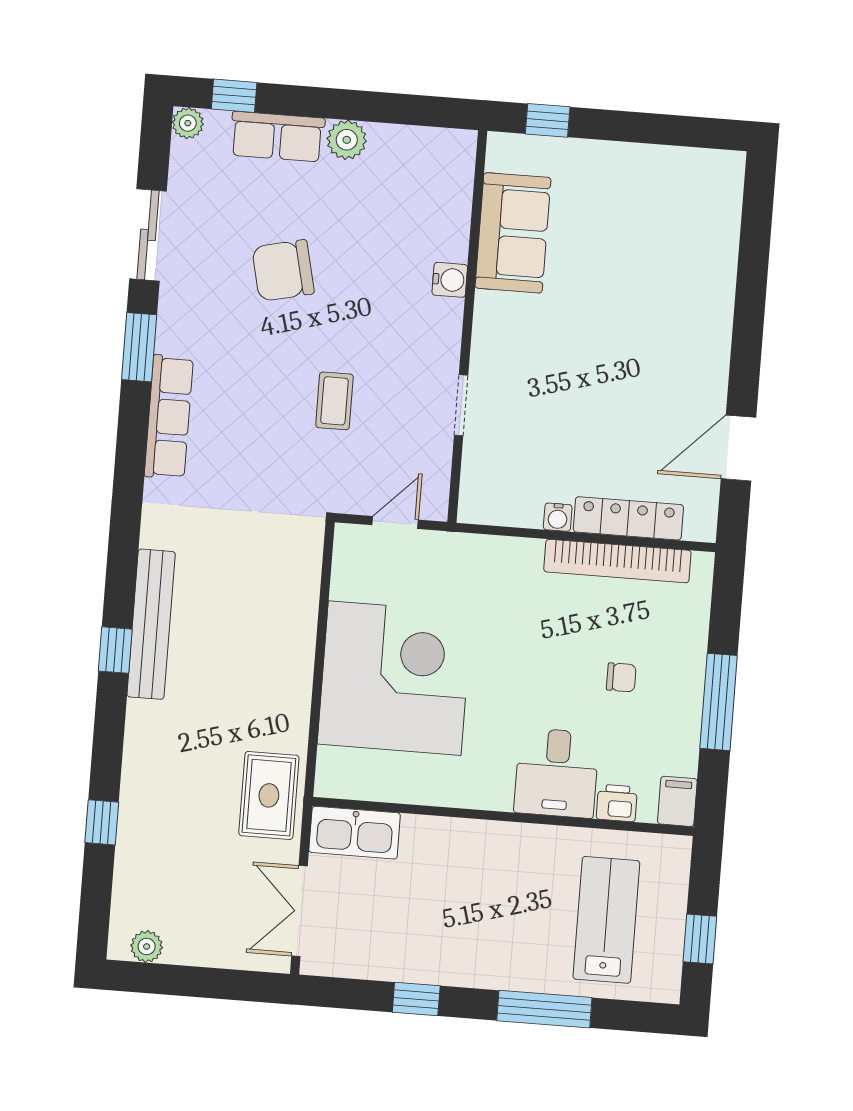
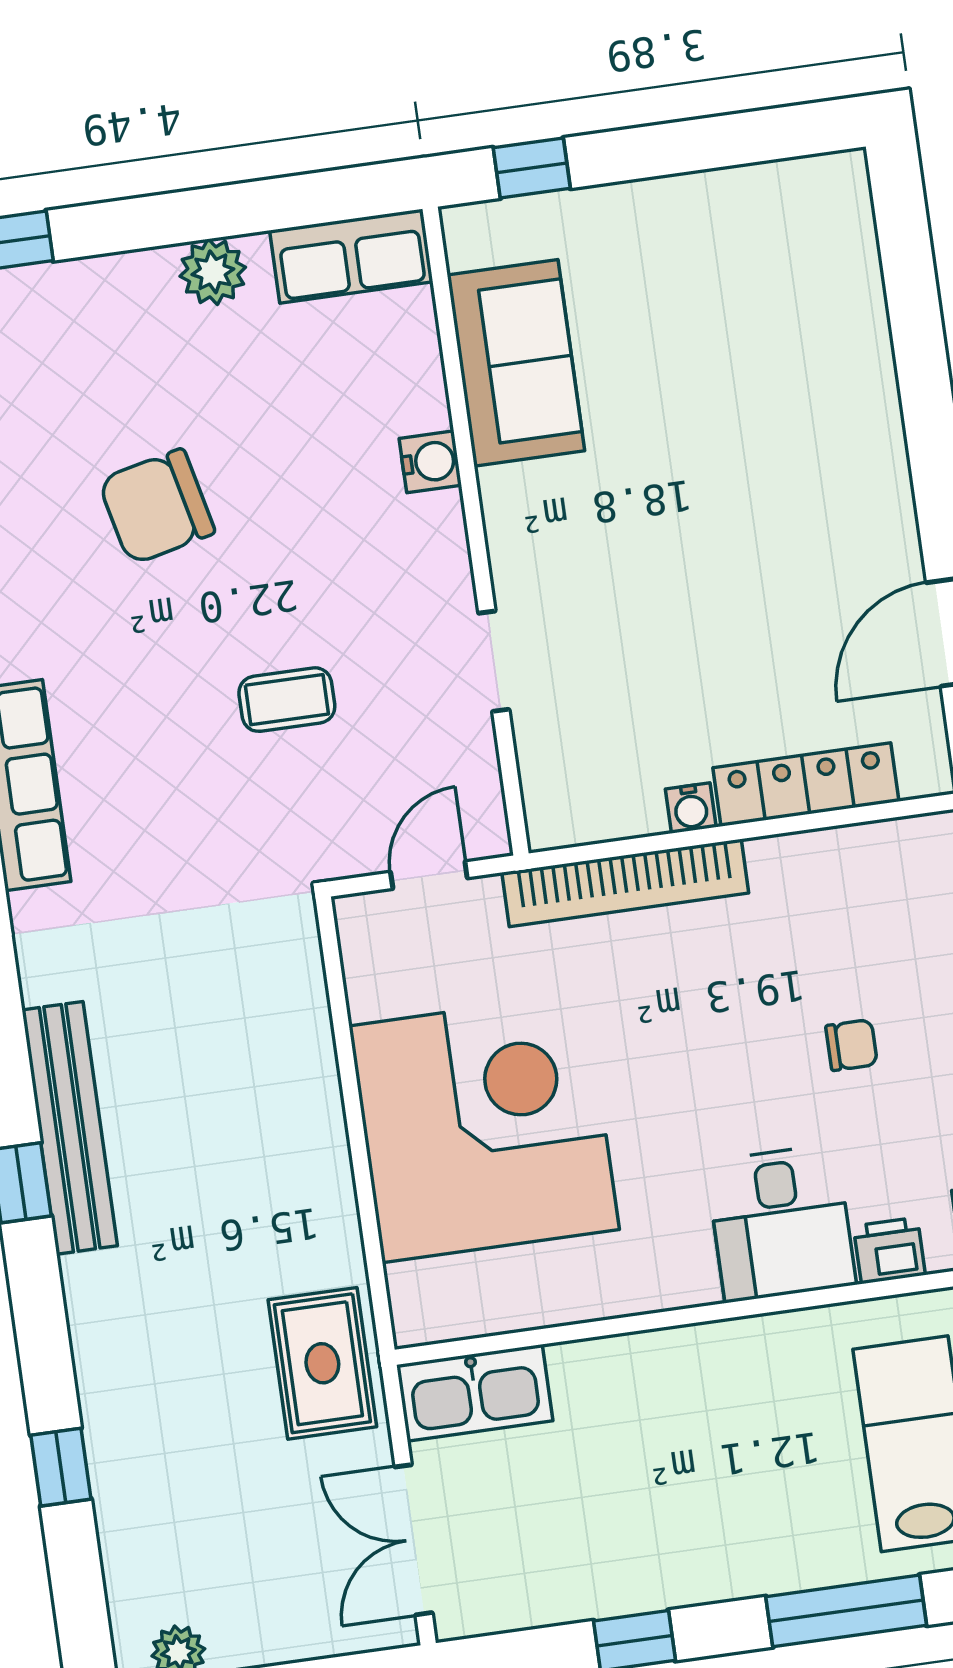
row of seats: (277, 137) -> (351, 256), moved
coffee table: (334, 401) -> (287, 700), turned 90
bookcase: (617, 561) -> (625, 883), moved

